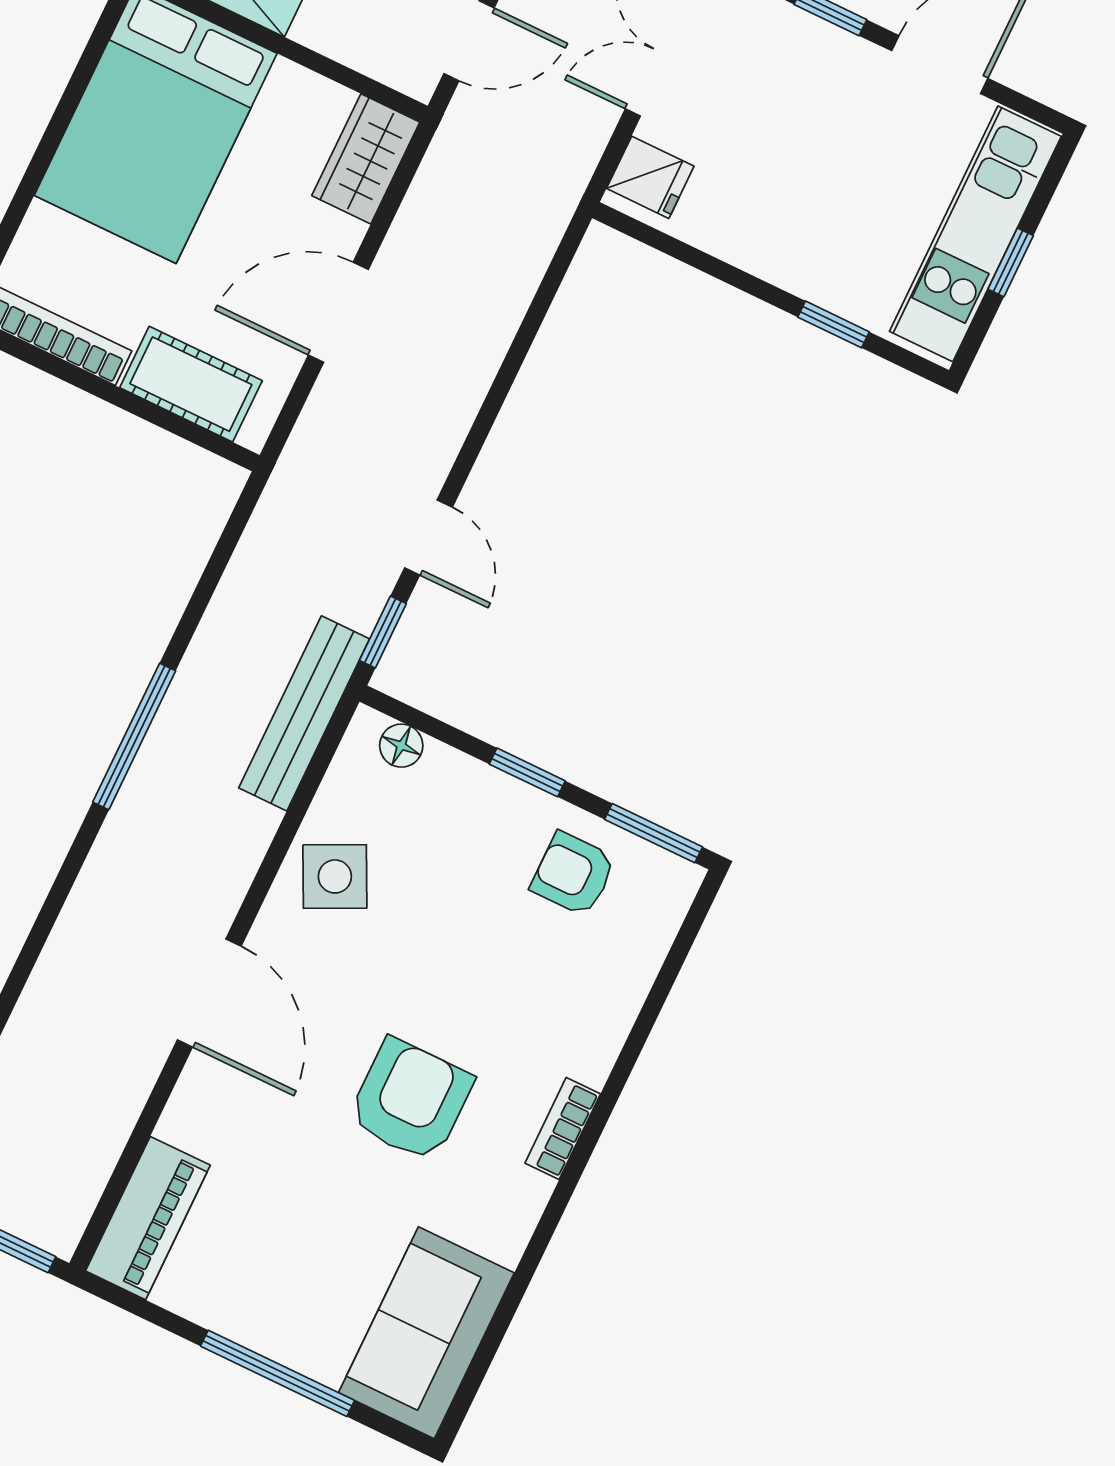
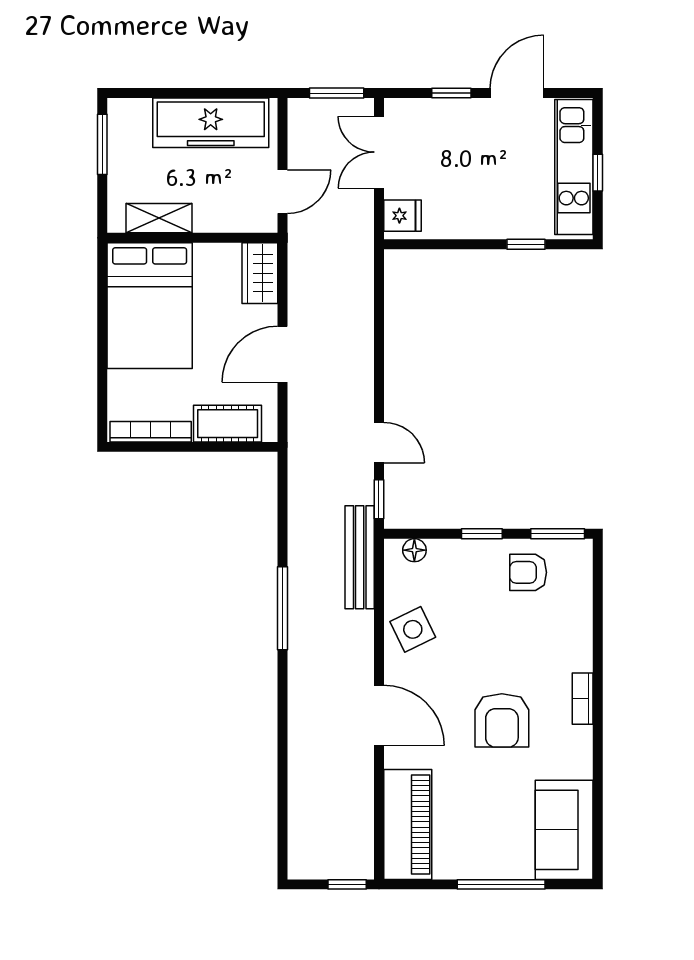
armchair: (411, 1100) -> (502, 720), turned 180
piano: (148, 1218) -> (408, 825), width x1.37, depth x1.33

